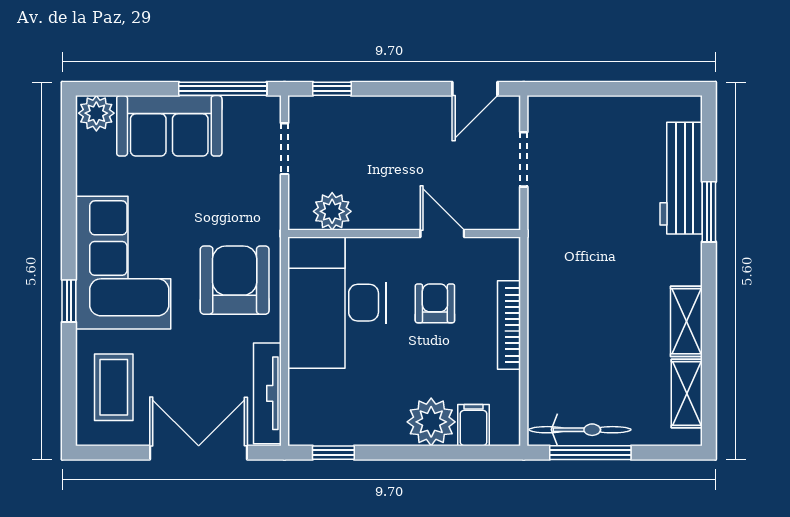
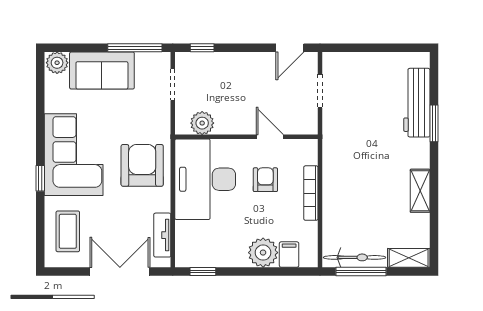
tv unit: (267, 393) -> (162, 235), width x0.71
shelving: (687, 394) -> (409, 258), moved, turned 90

